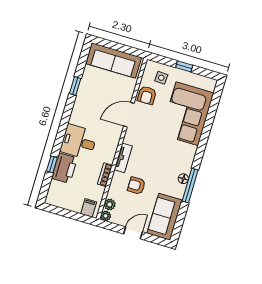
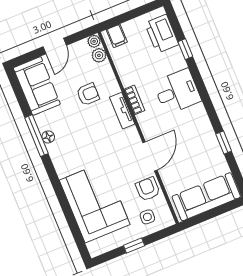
printer: (64, 168) -> (162, 34), moved
bookcase: (105, 175) -> (135, 100), moved

